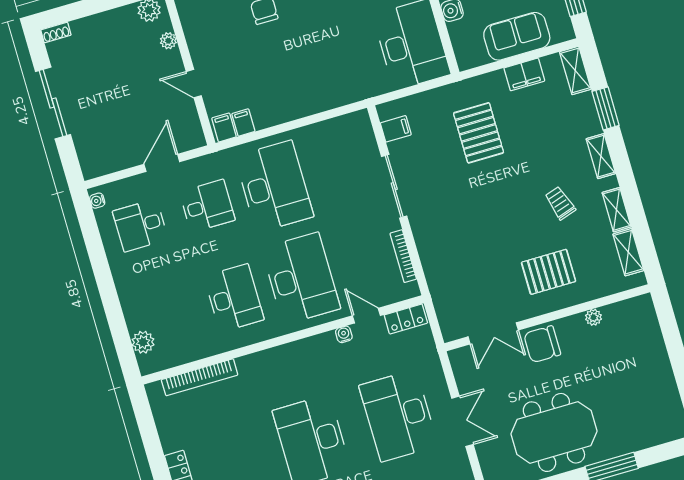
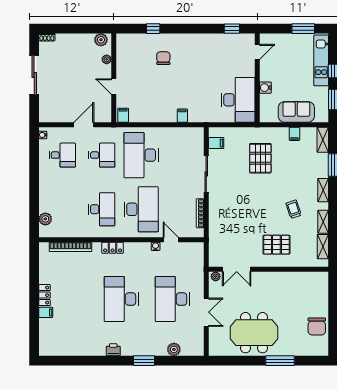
filing cabinet: (524, 74) -> (294, 134), width x0.50
filing cabinet: (243, 123) -> (182, 116), moved
desk: (274, 186) -> (141, 155), turned 180
desk: (140, 225) -> (62, 155), turned 180
plant: (593, 317) -> (216, 276), moved
locker: (406, 319) -> (113, 248), moved
chair: (542, 344) -> (317, 326), moved, turned -90

